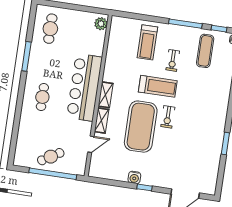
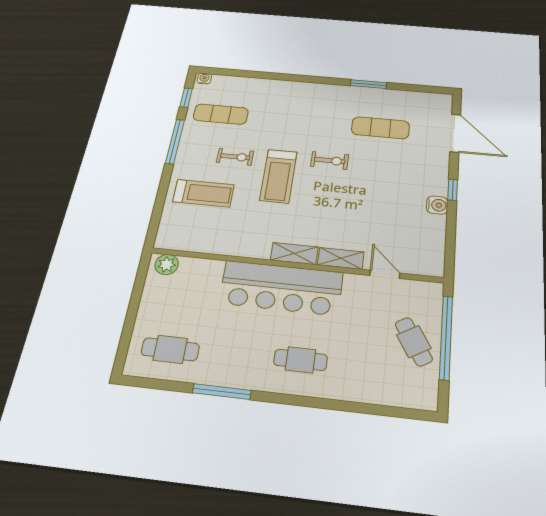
treadmill: (158, 86) -> (278, 176), turned 180
exercise mat: (141, 127) -> (380, 128), moved, width x0.50, depth x0.69

